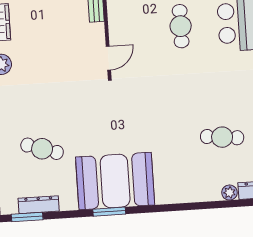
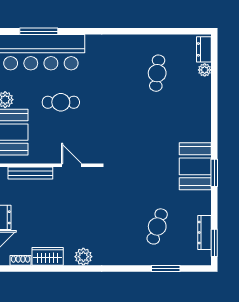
door: (108, 58) -> (72, 165), moved
booth: (115, 181) -> (195, 166), width x0.73, depth x0.70

